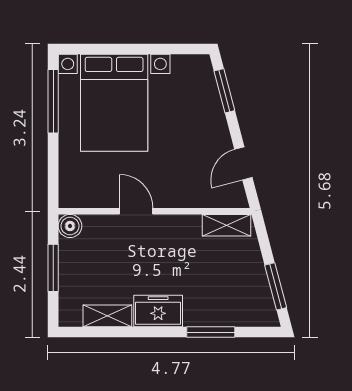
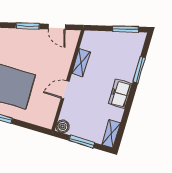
window: (224, 91) -> (28, 26), moved
shelving: (227, 225) -> (81, 63), moved
shelving: (107, 316) -> (111, 134), moved

